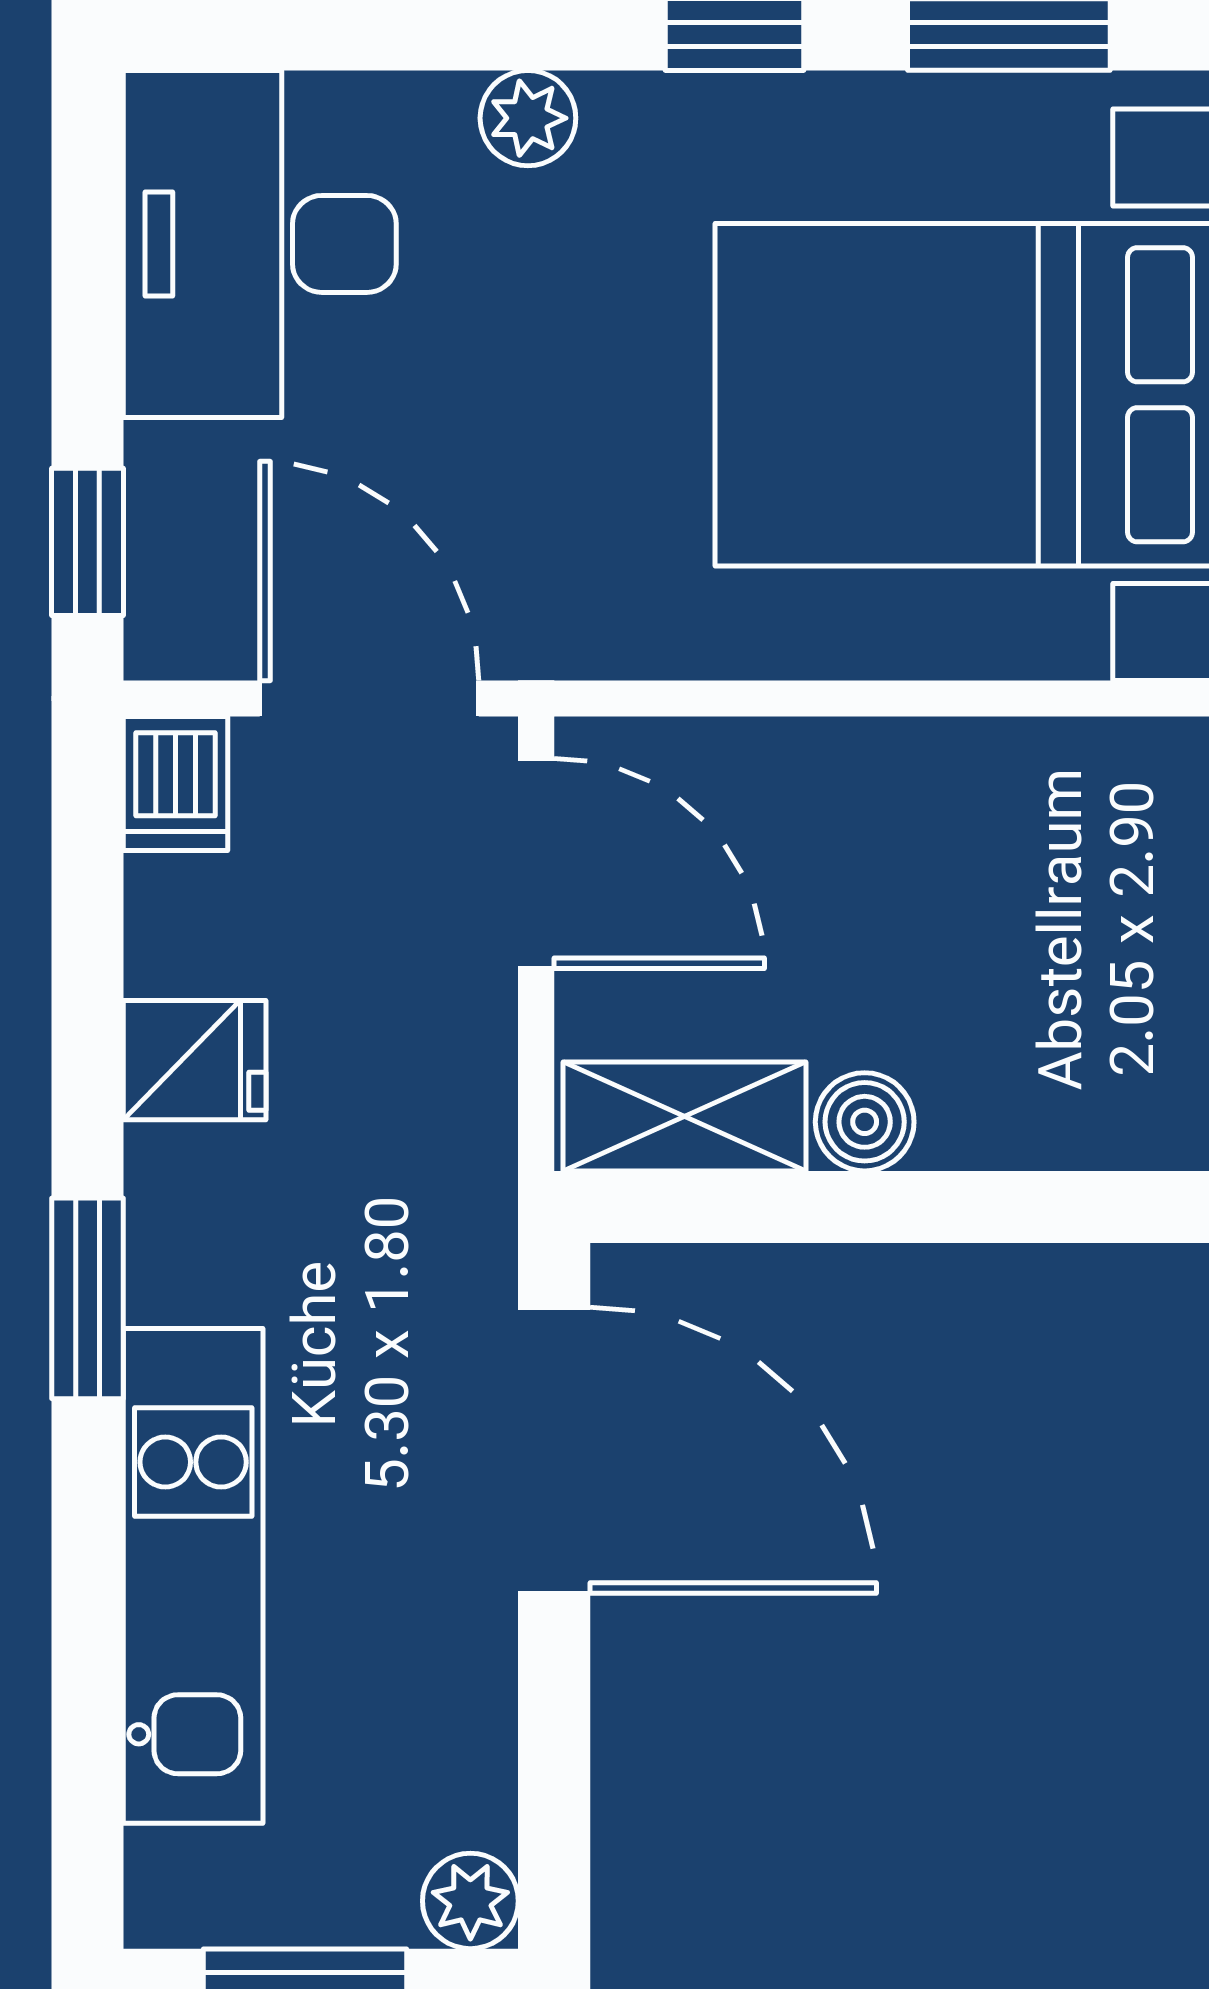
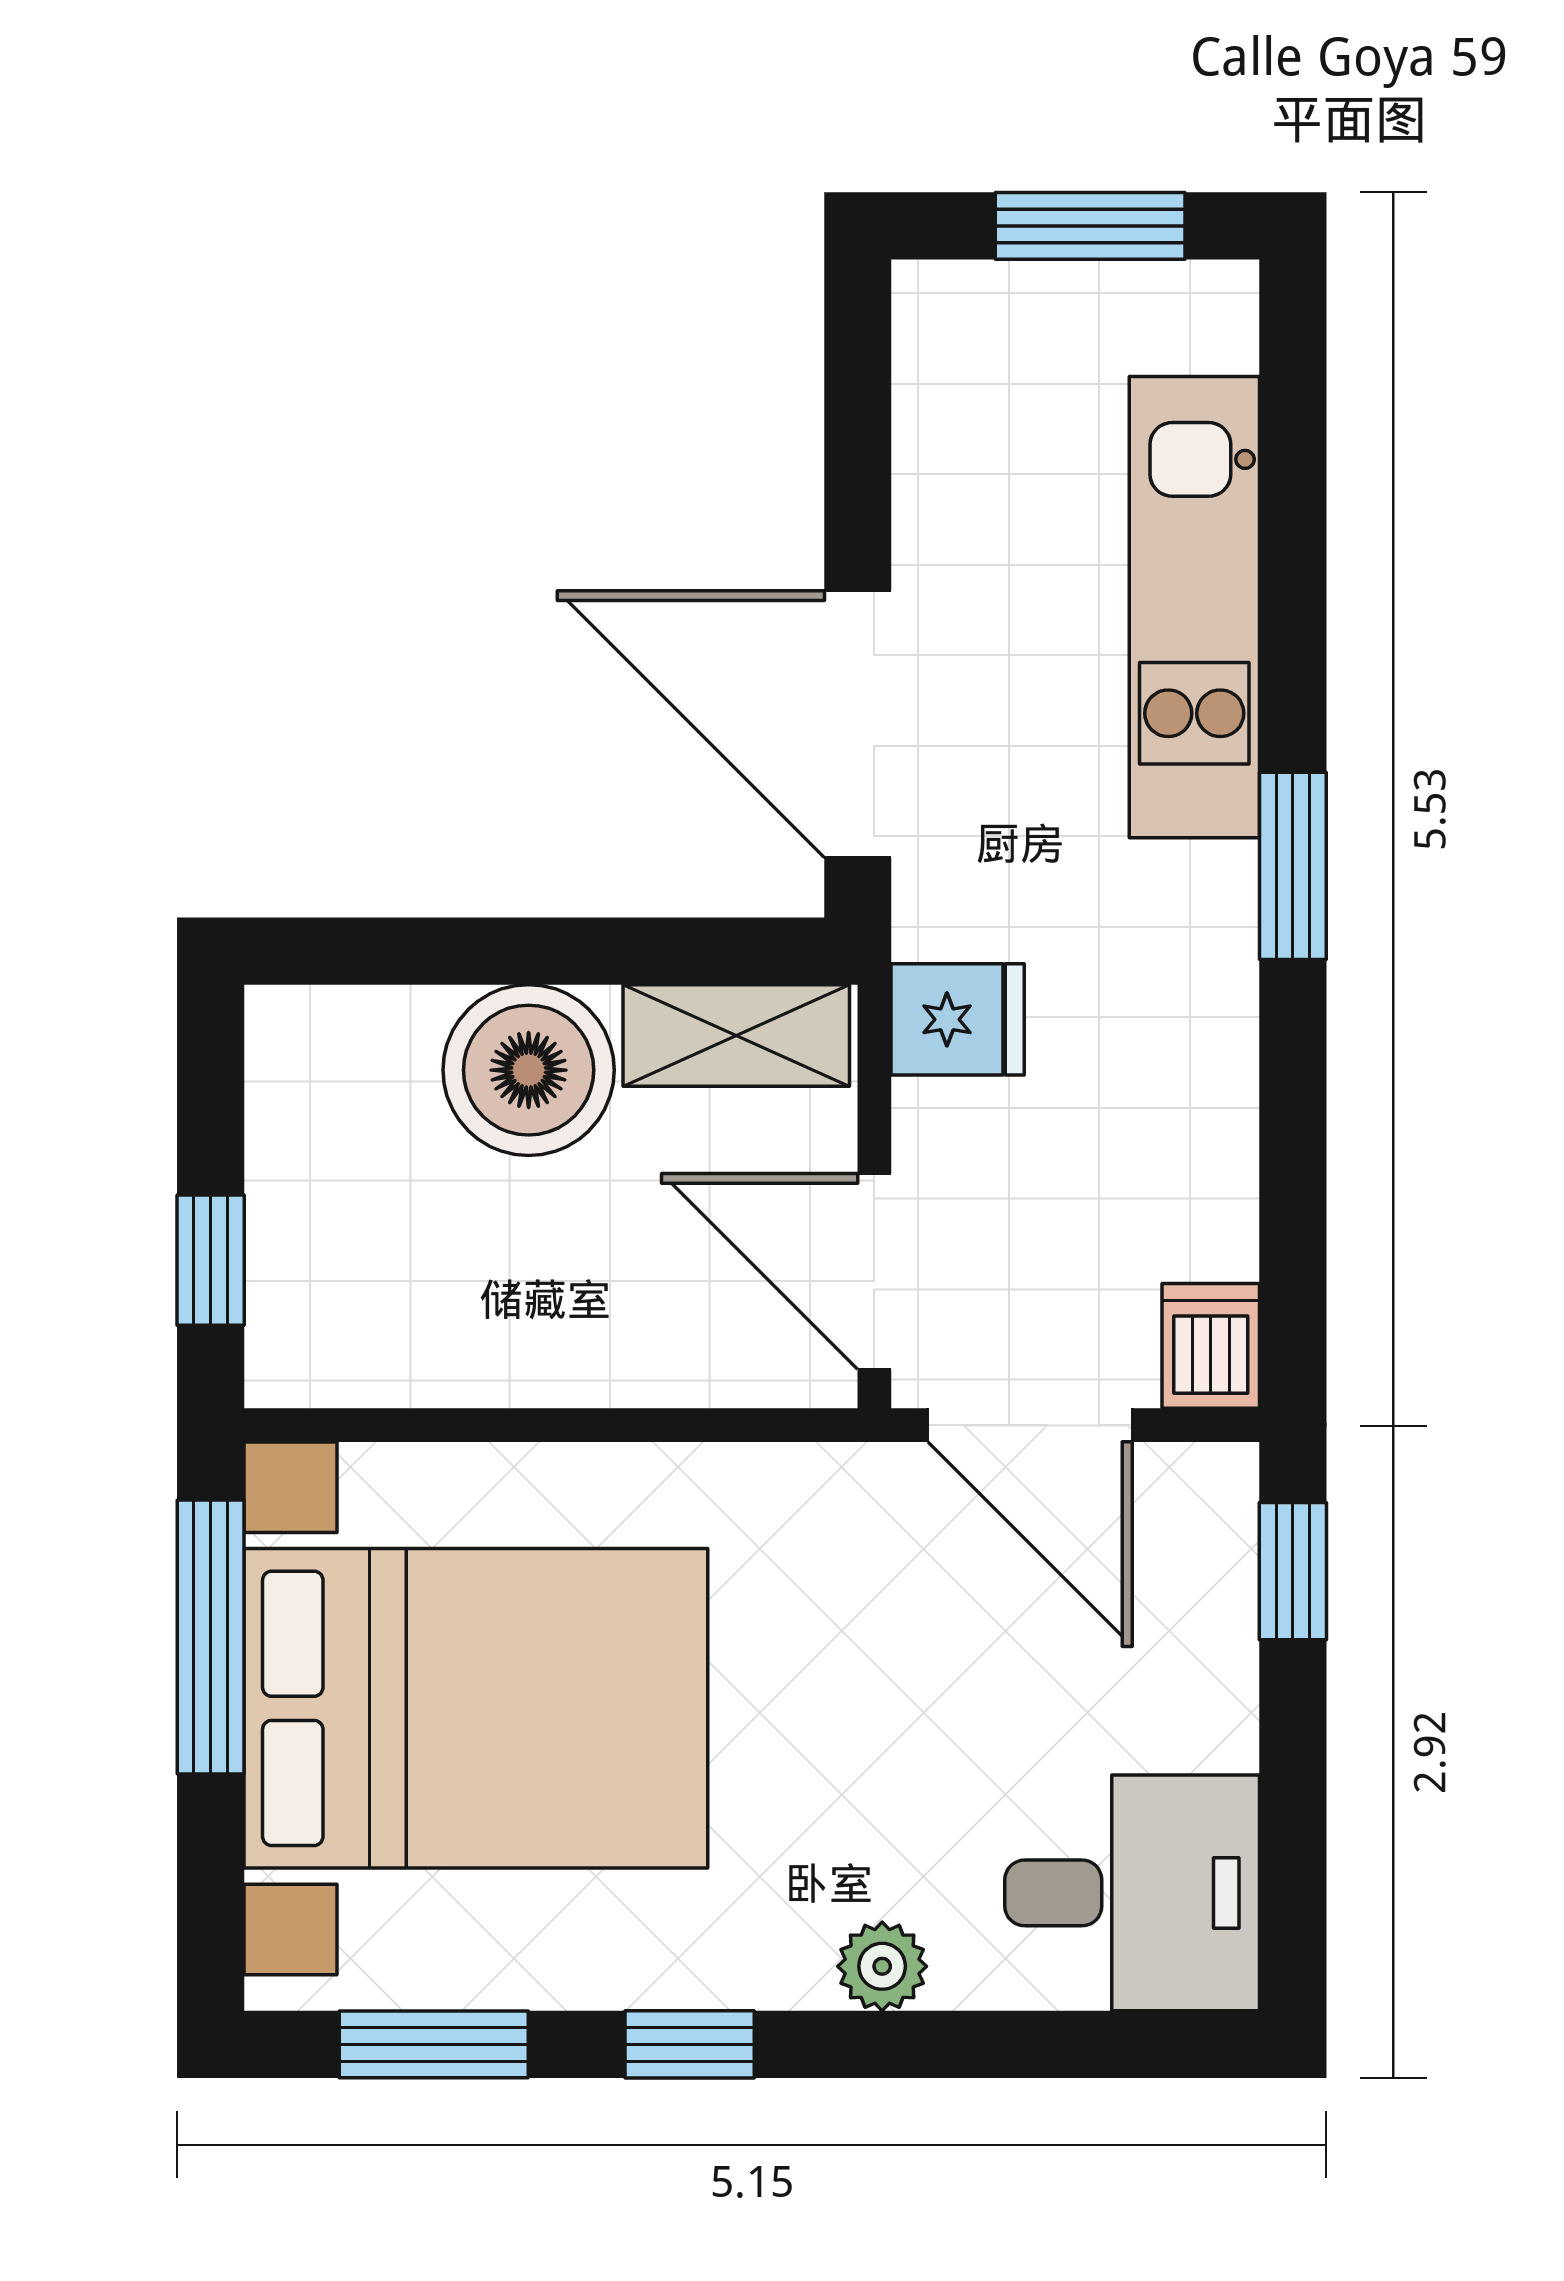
desk: (260, 244) -> (1132, 1893), width x0.73
fridge: (195, 1060) -> (958, 1019), moved, turned 180
boiler: (865, 1122) -> (529, 1070), width x1.86, depth x1.86
plant: (470, 1901) -> (936, 304), removed

